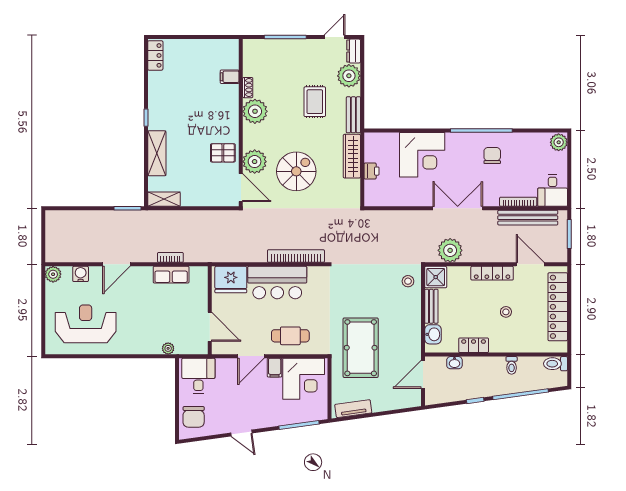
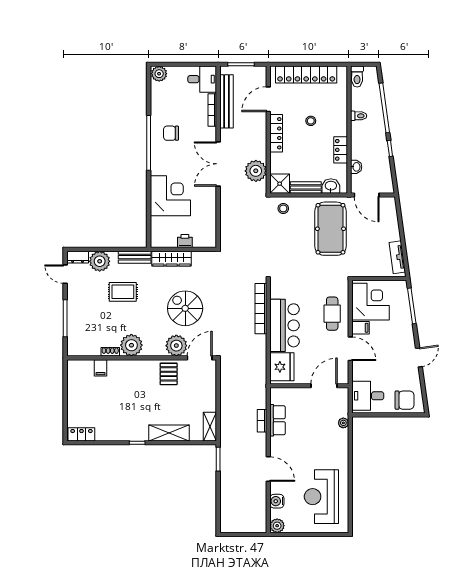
pool table: (361, 348) -> (330, 229), moved, turned 90

